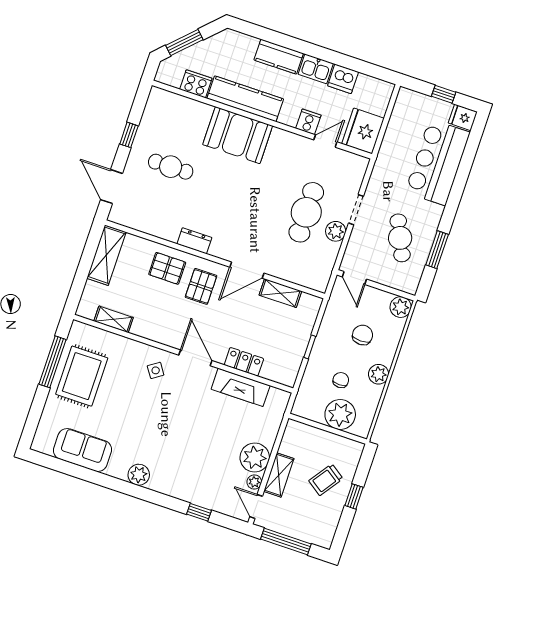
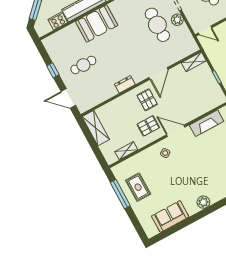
pallet: (167, 268) -> (148, 126), moved
shelving: (280, 293) -> (194, 62), moved
locker: (244, 362) -> (197, 112), removed
rug: (82, 376) -> (138, 187), width x0.73, depth x0.70

